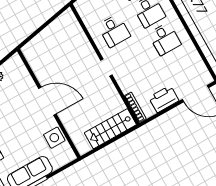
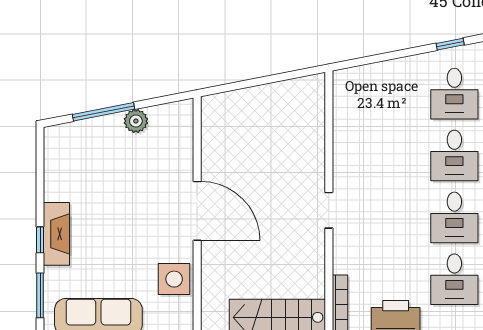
desk: (114, 31) -> (454, 279), moved

